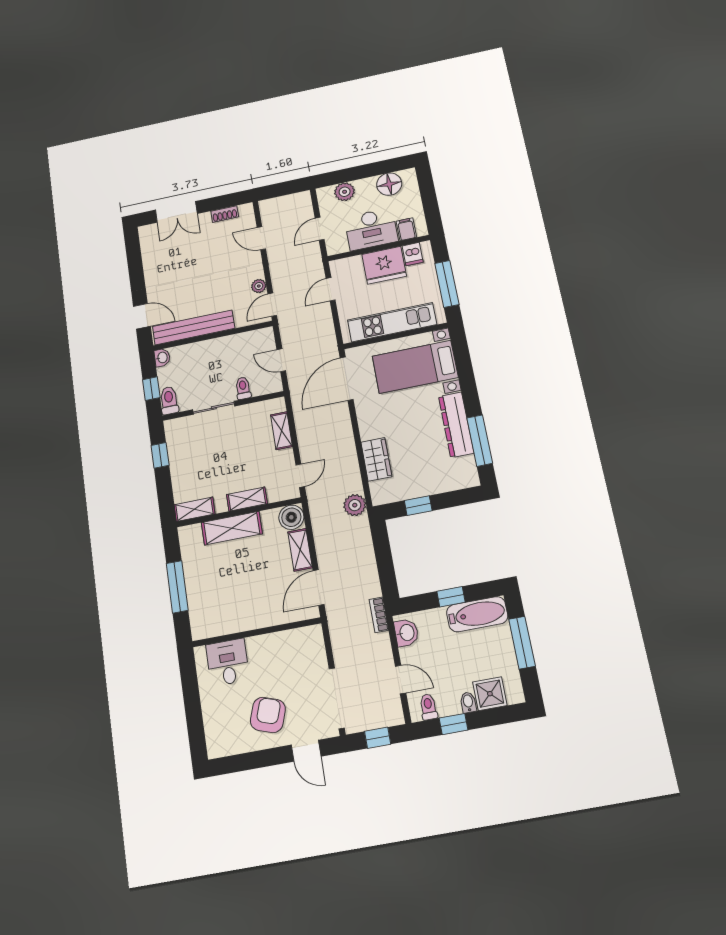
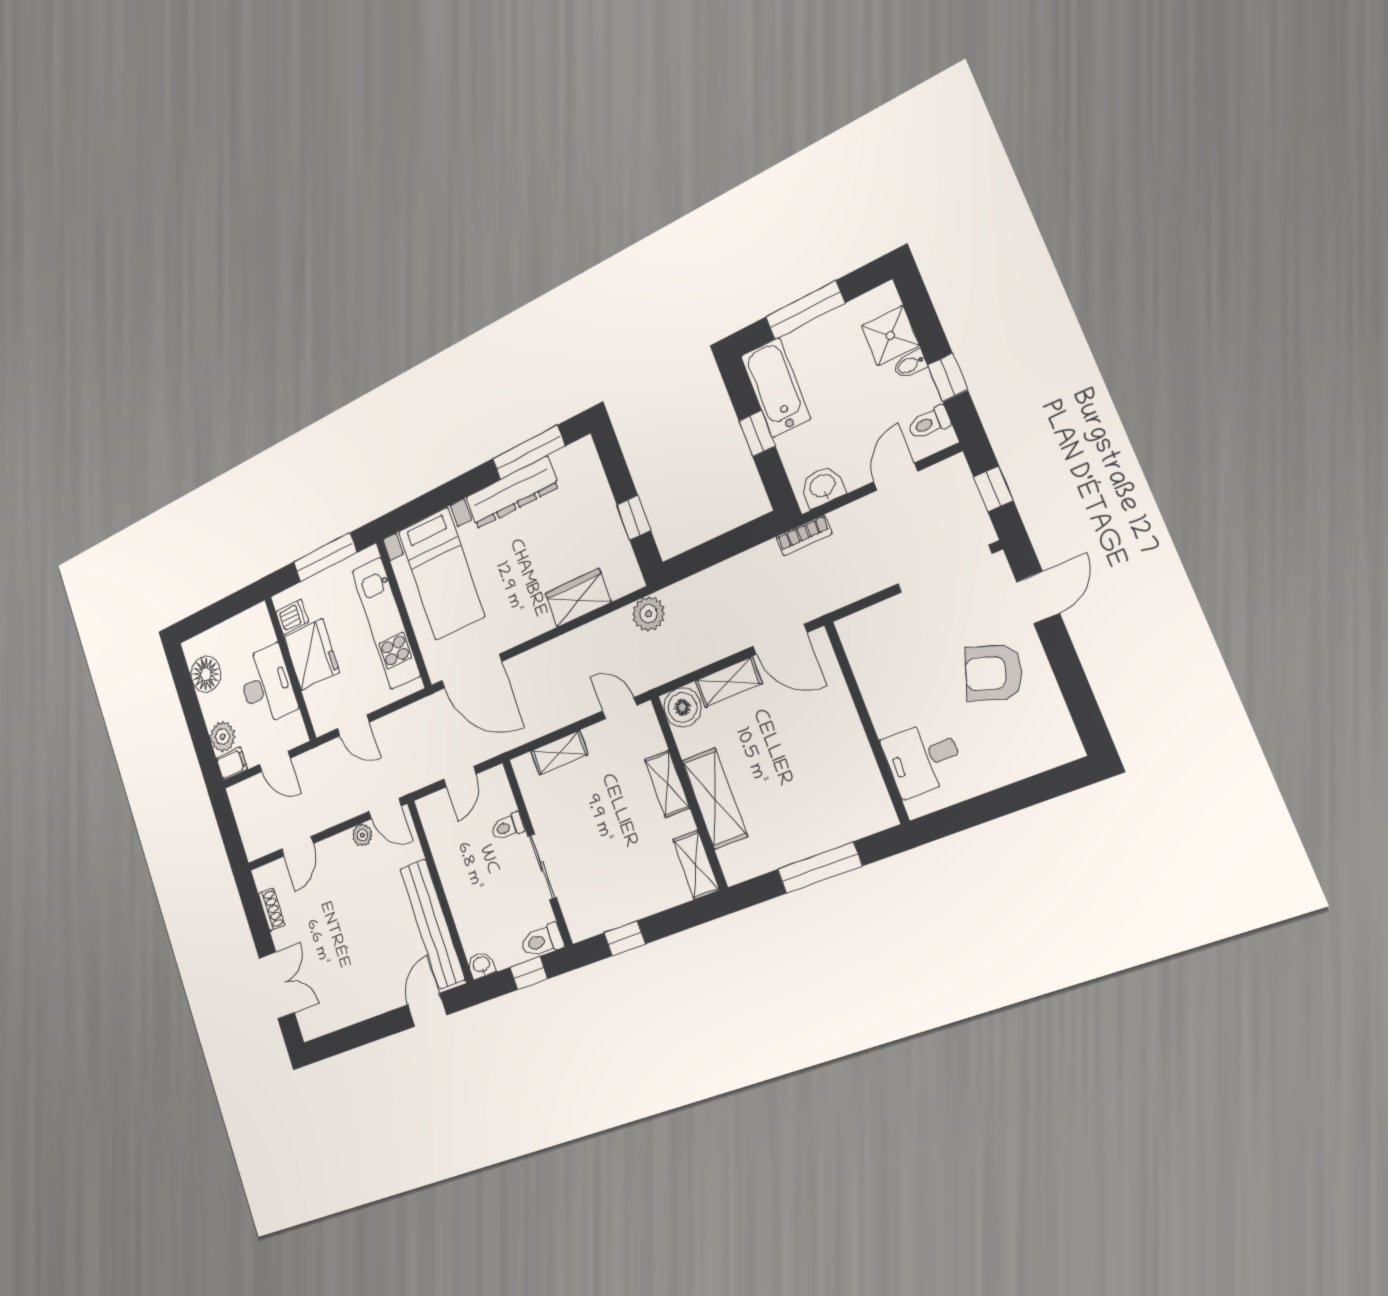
filing cabinet: (406, 229) -> (232, 764), moved, turned 180

